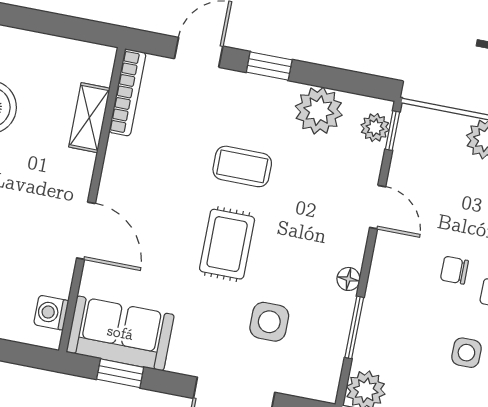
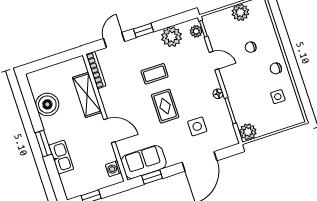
shelving: (89, 118) -> (87, 95), width x1.50, depth x1.33
chair: (454, 270) -> (251, 47), moved

